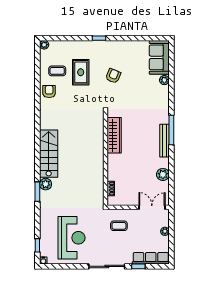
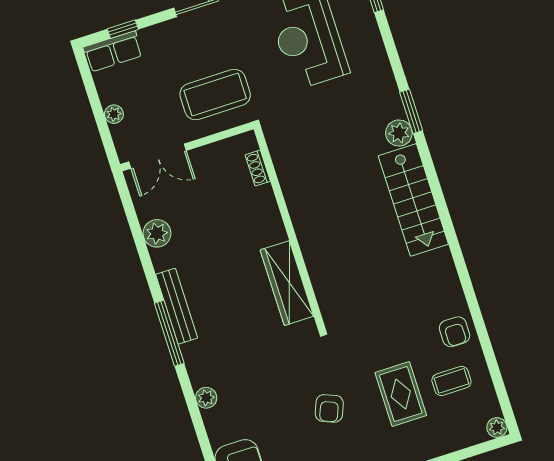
plant: (164, 80) -> (206, 398), moved
coffee table: (119, 226) -> (215, 95), width x1.86, depth x1.72
row of seats: (151, 258) -> (113, 51), width x0.68
window: (138, 266) -> (123, 29), moved

